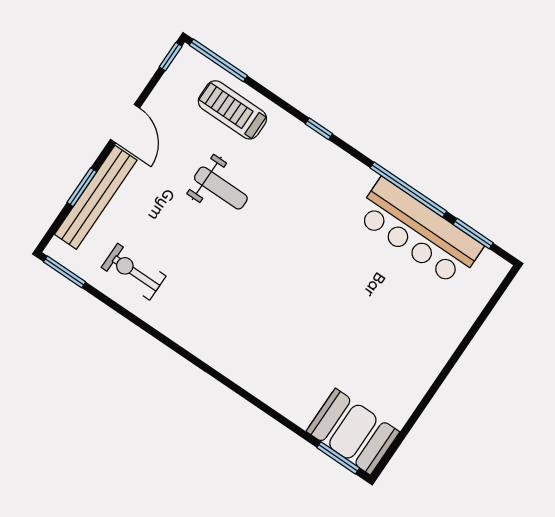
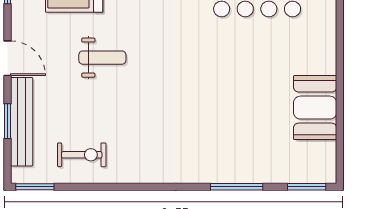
exercise bike: (134, 272) -> (82, 155), turned 180
window: (268, 410) -> (237, 187), added
booth: (353, 432) -> (315, 108), moved, turned 90

